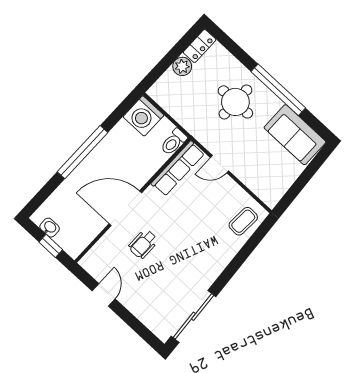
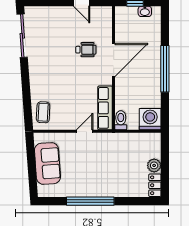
round table: (235, 102) -> (107, 173), removed
sofa: (295, 135) -> (47, 163), moved, turned 86
wheelchair: (143, 244) -> (86, 50), turned 90

